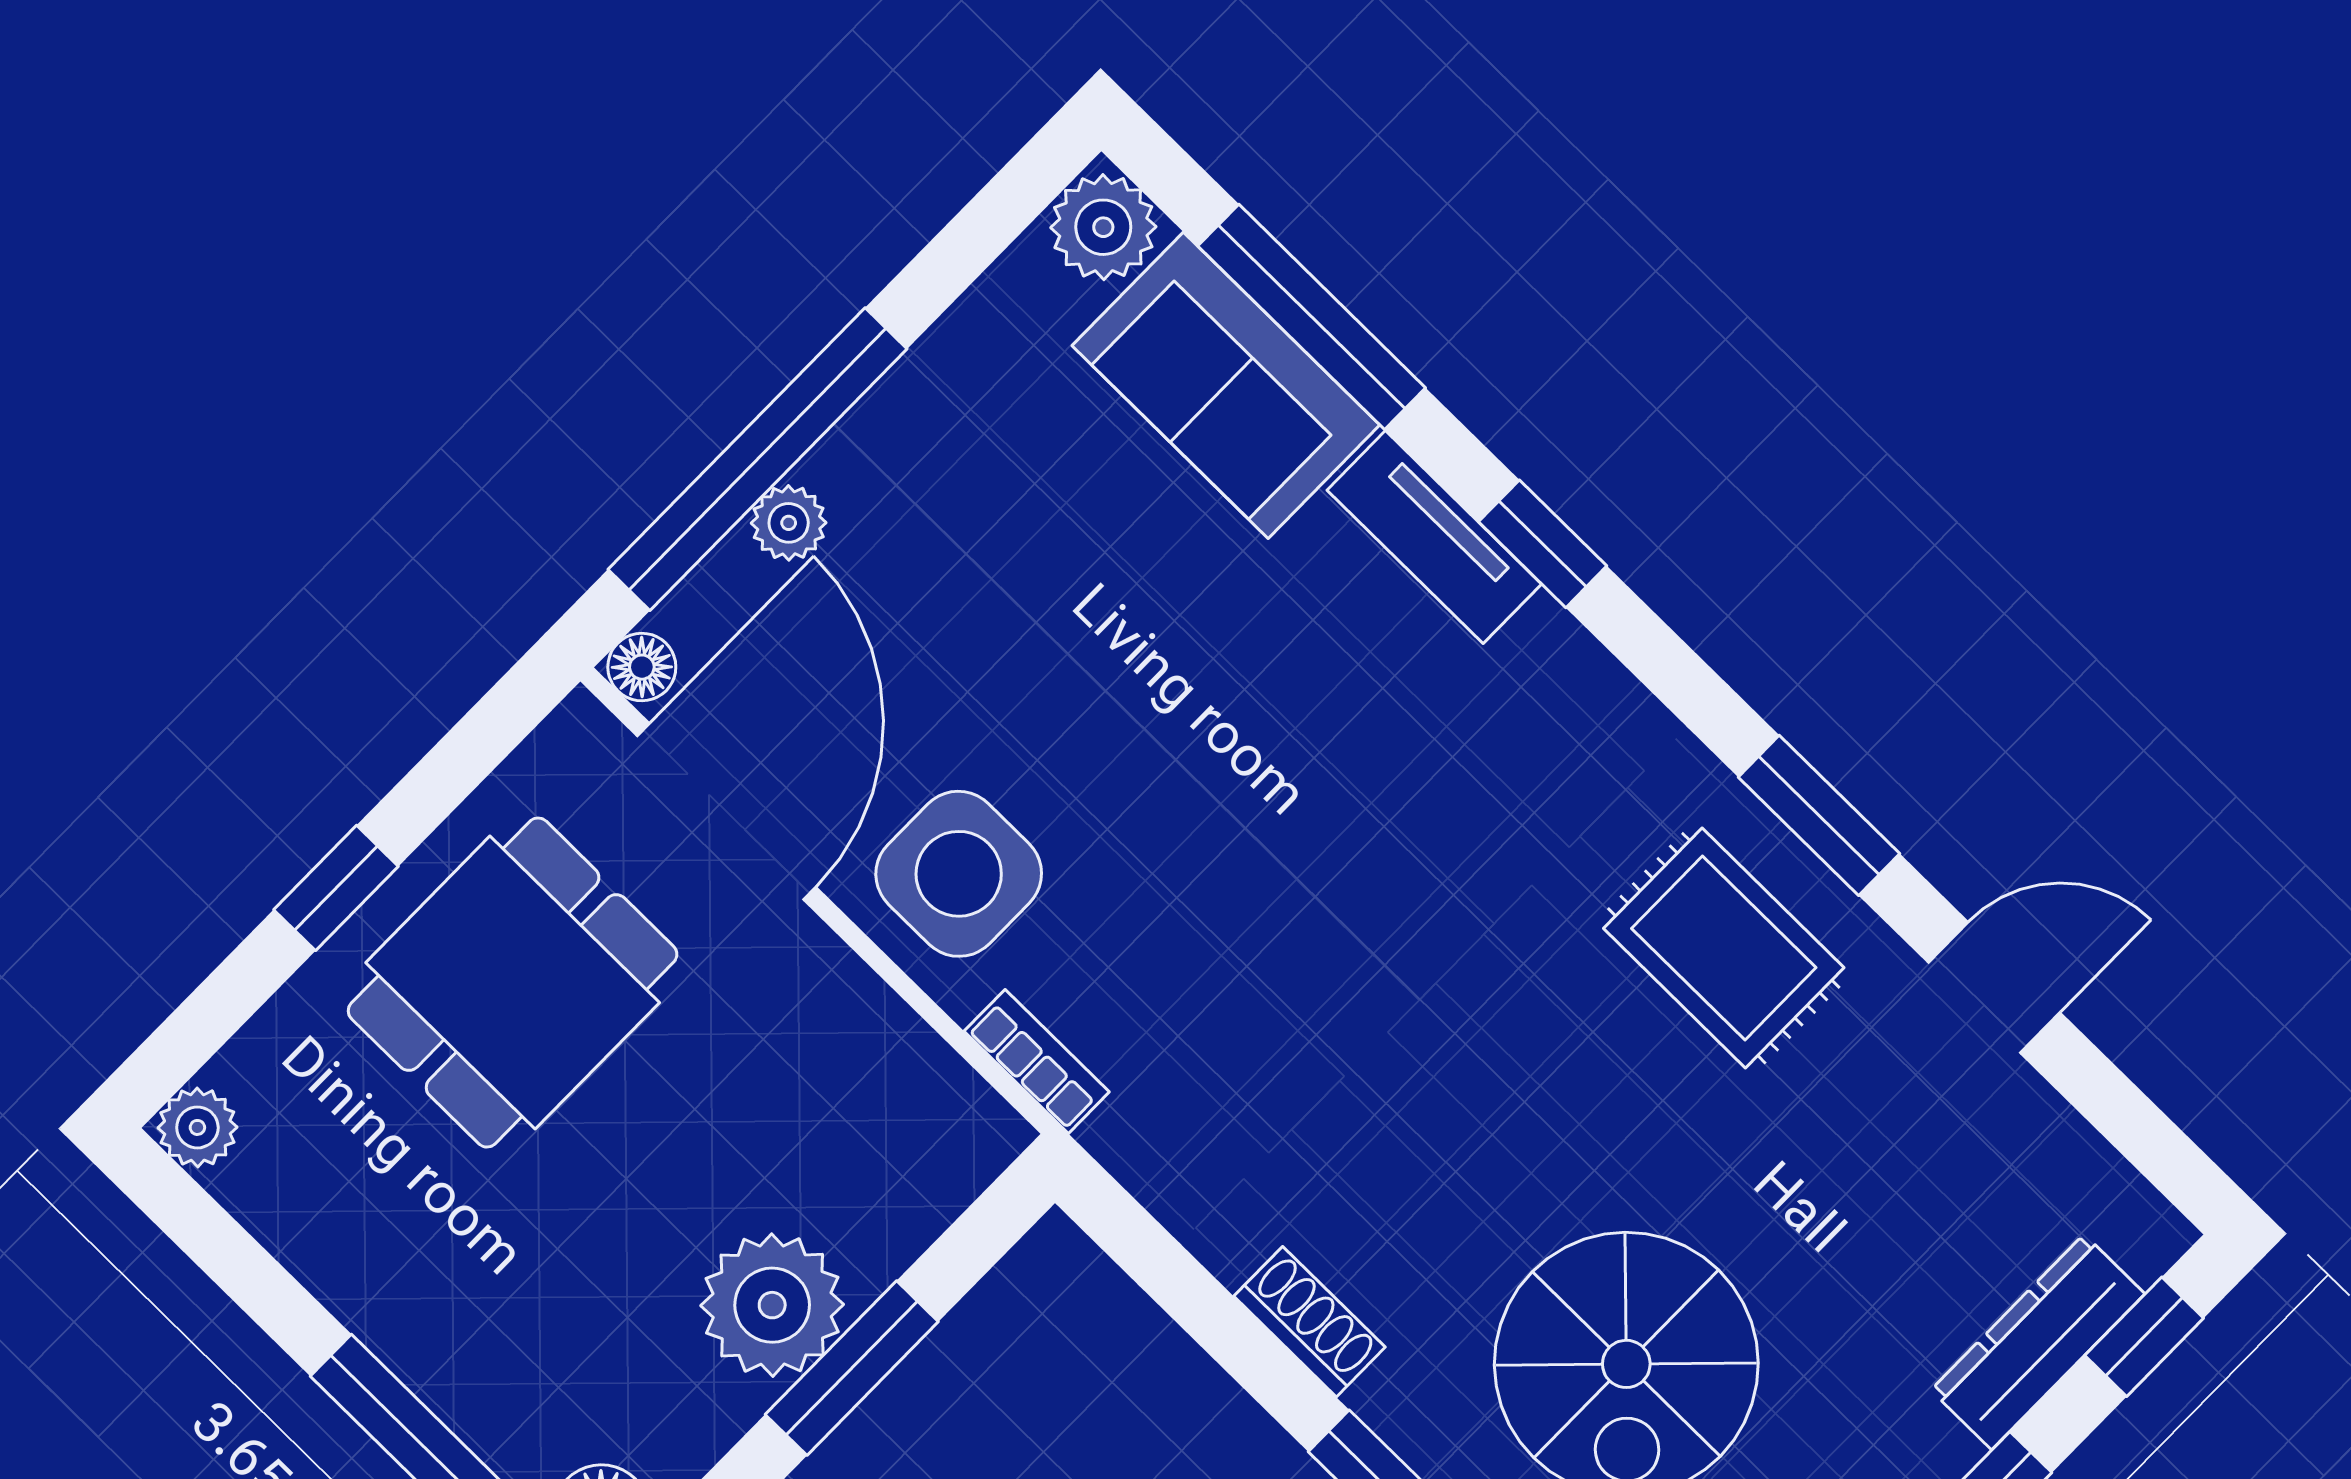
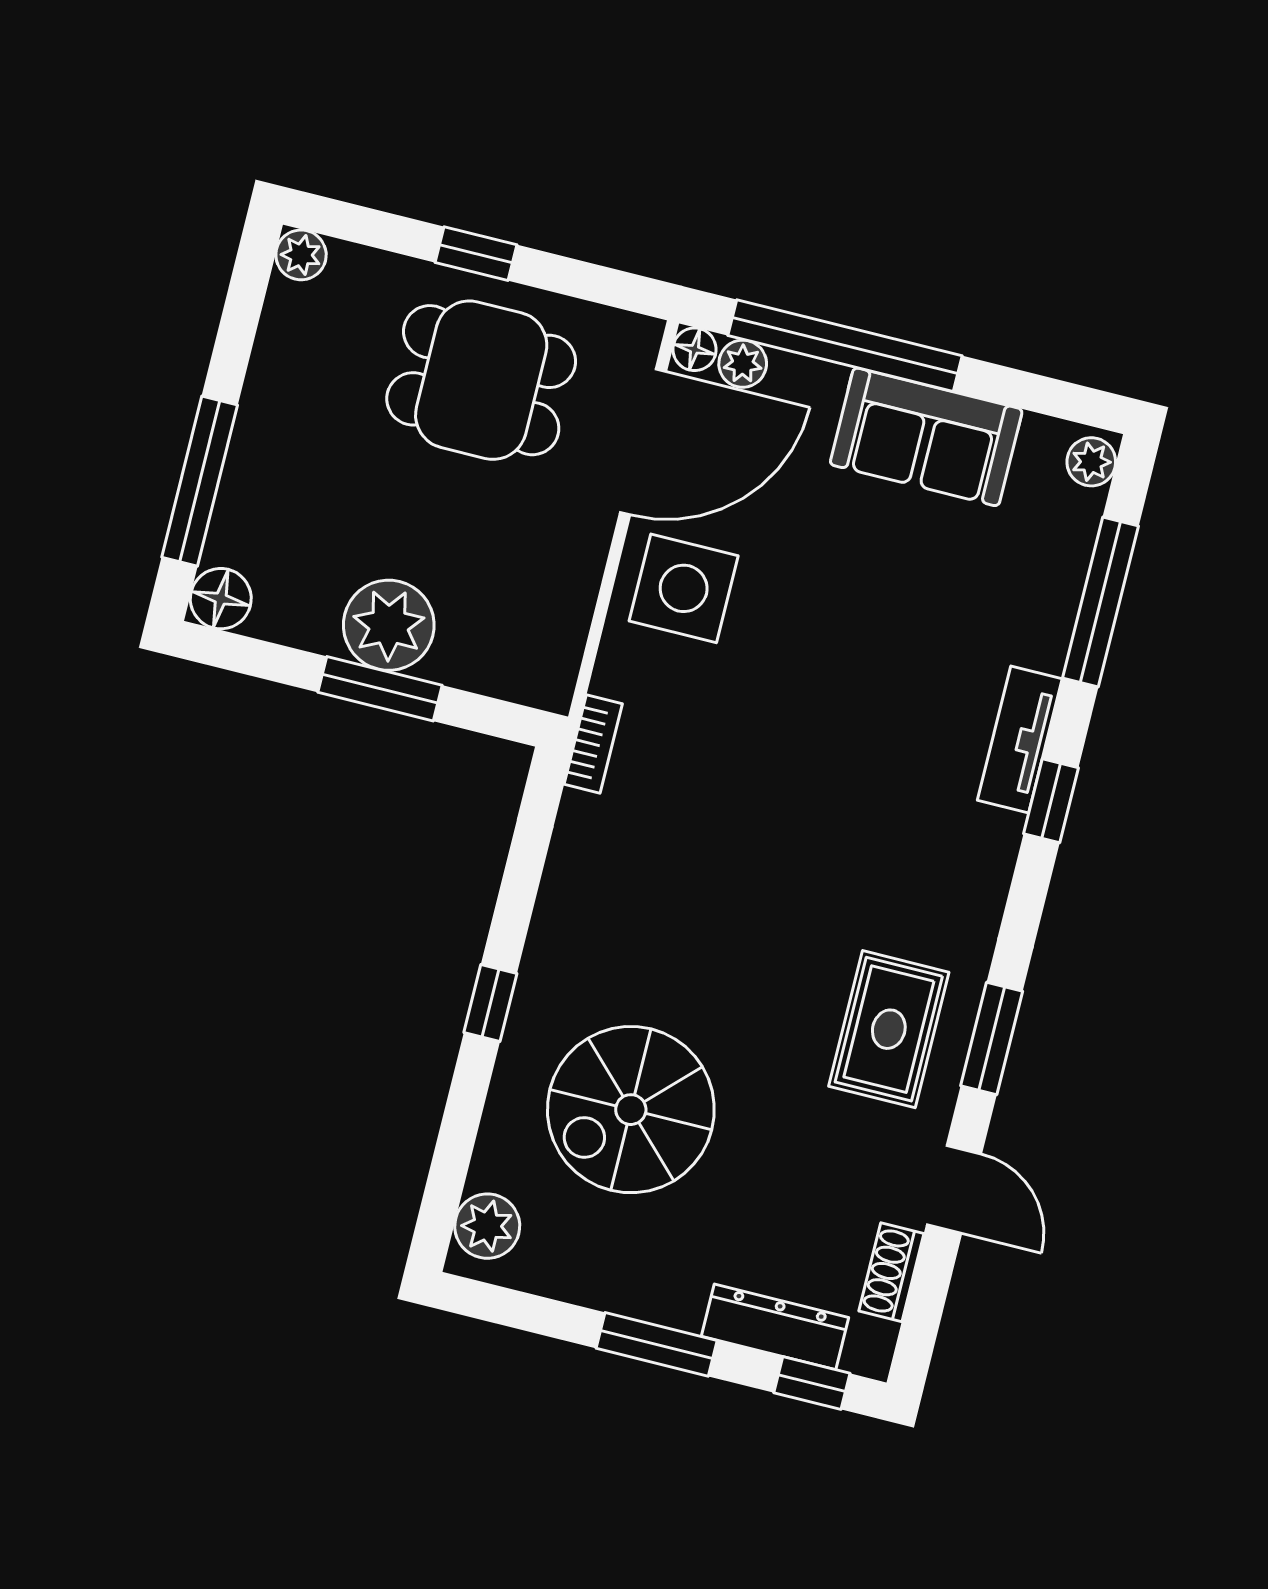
plant: (1103, 227) -> (1091, 462), width x0.73, depth x0.73
sofa: (1226, 385) -> (926, 437), moved, turned -90
plant: (789, 523) -> (743, 364), moved
bookcase: (1037, 1062) -> (593, 744), moved
shoe rack: (1309, 1322) -> (891, 1272), moved, turned 180

